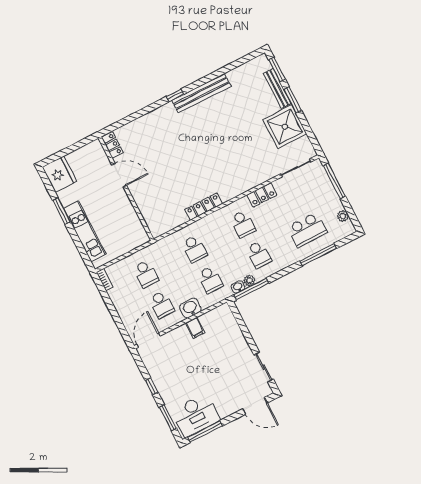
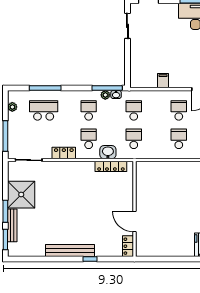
locker: (112, 145) -> (128, 246), moved
door: (119, 175) -> (134, 221), moved
wall: (126, 189) -> (134, 209), moved
washbasin: (190, 308) -> (108, 152), moved, turned 180

